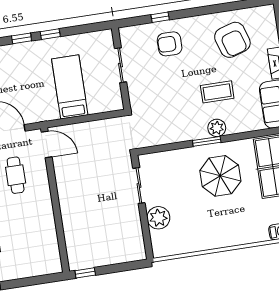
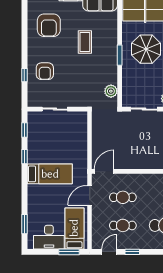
window: (22, 38) -> (24, 130), moved
armchair: (232, 40) -> (49, 25), turned 107
bed: (70, 87) -> (50, 174), moved, turned 180
plant: (217, 128) -> (111, 91), moved

